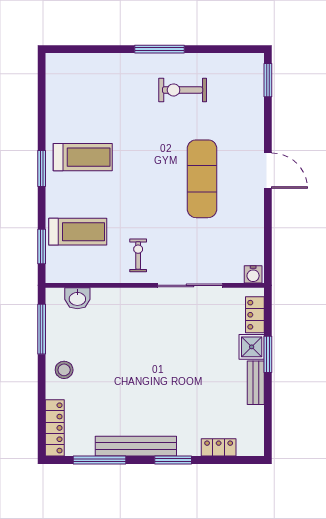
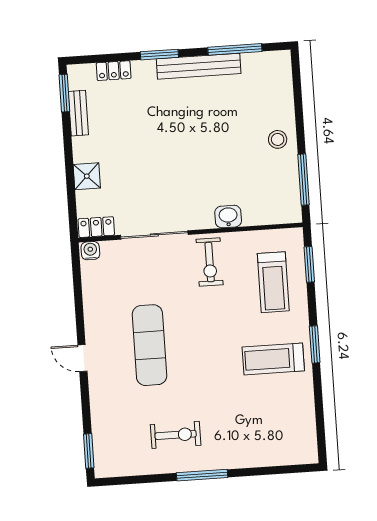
door: (268, 171) -> (82, 358), width x0.73
treadmill: (78, 232) -> (273, 282), turned -90
exercise bike: (138, 255) -> (210, 262), width x1.38, depth x1.39
washbasin: (77, 298) -> (228, 217), moved
locker: (255, 315) -> (96, 227), moved, turned -90
window: (268, 354) -> (64, 93), moved
bench: (256, 383) -> (78, 113), moved
locker: (55, 428) -> (283, 79), removed

